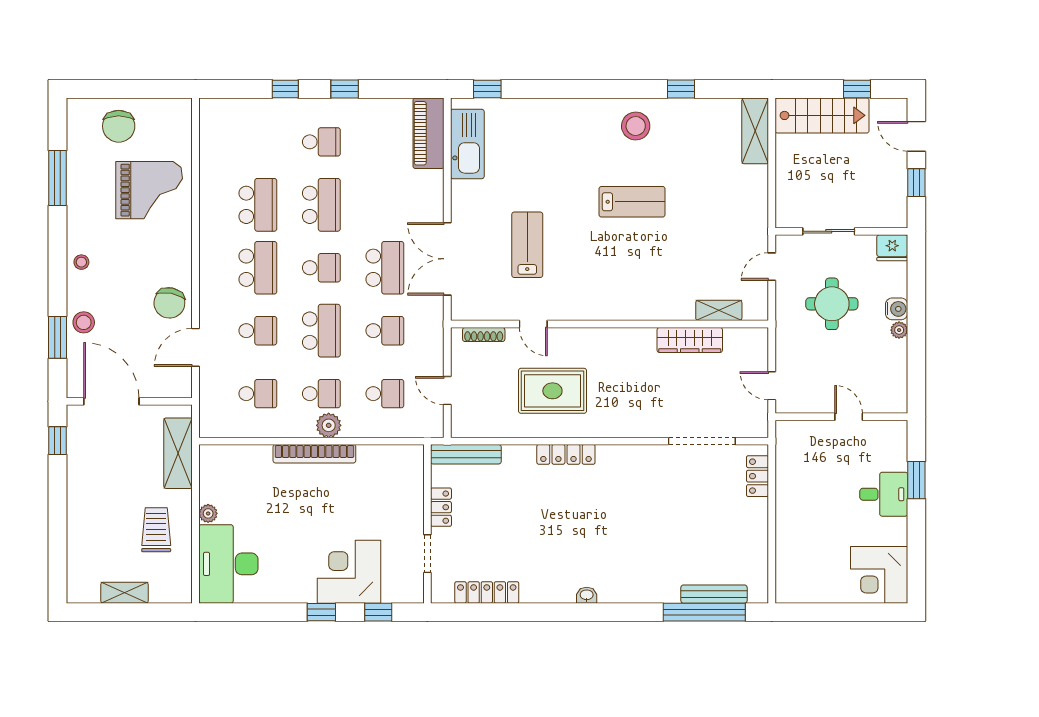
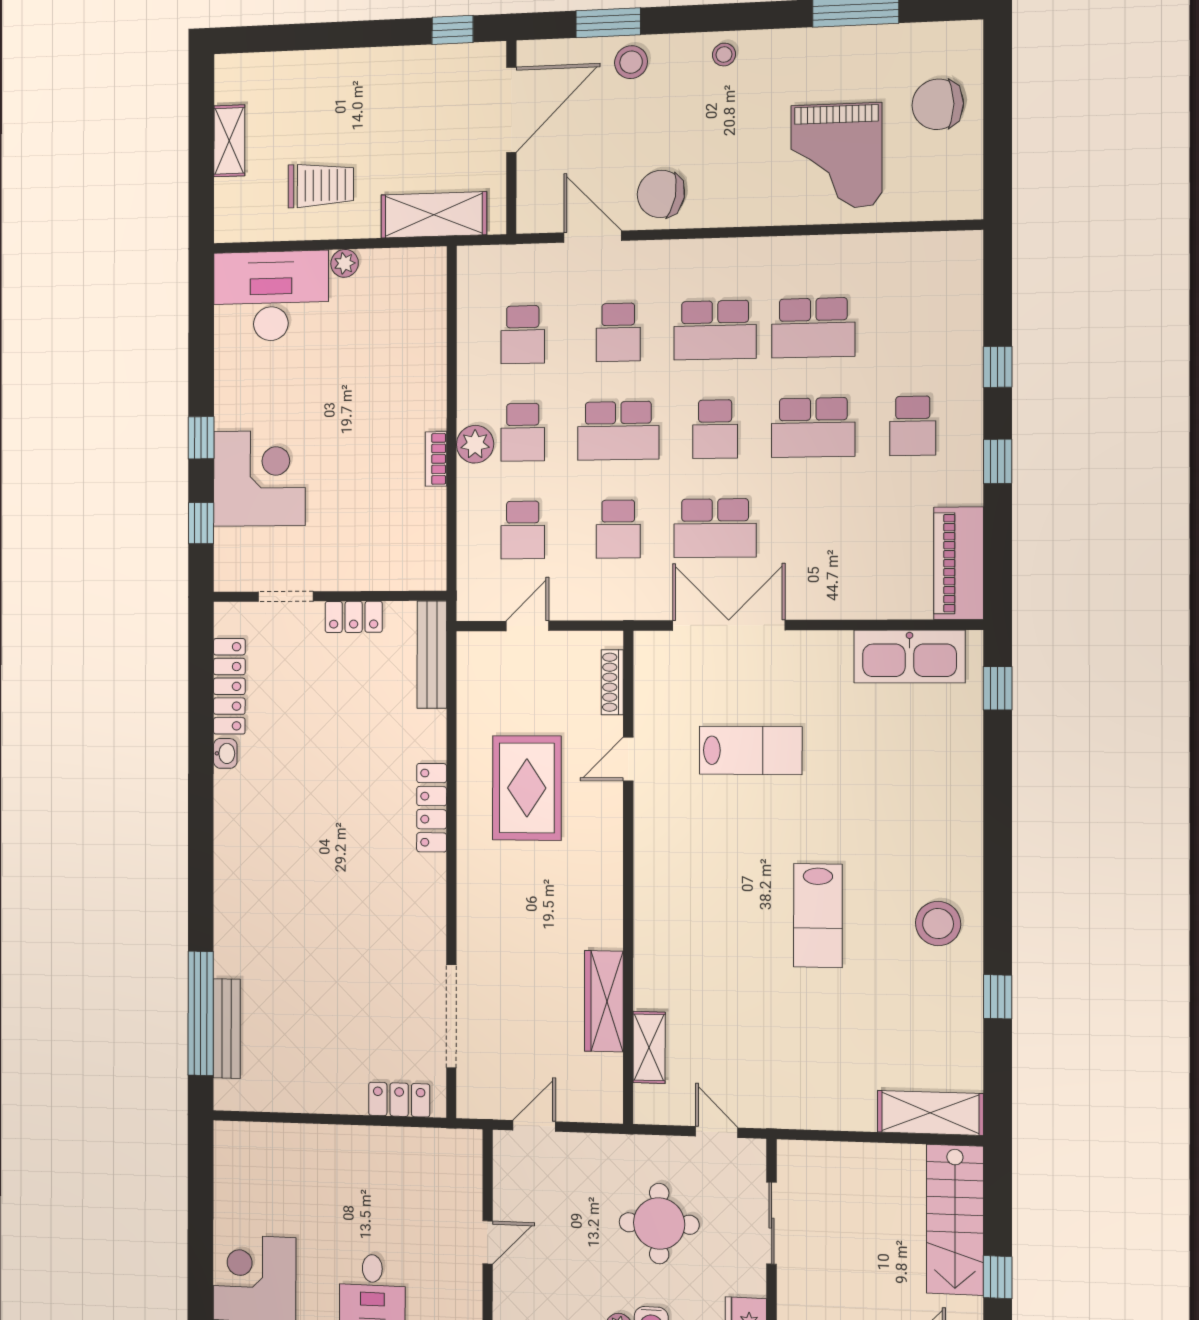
piano: (429, 133) -> (959, 563), moved, turned -90
bookcase: (314, 454) -> (436, 459), width x0.43, depth x0.76
washbasin: (587, 595) -> (225, 753), moved

